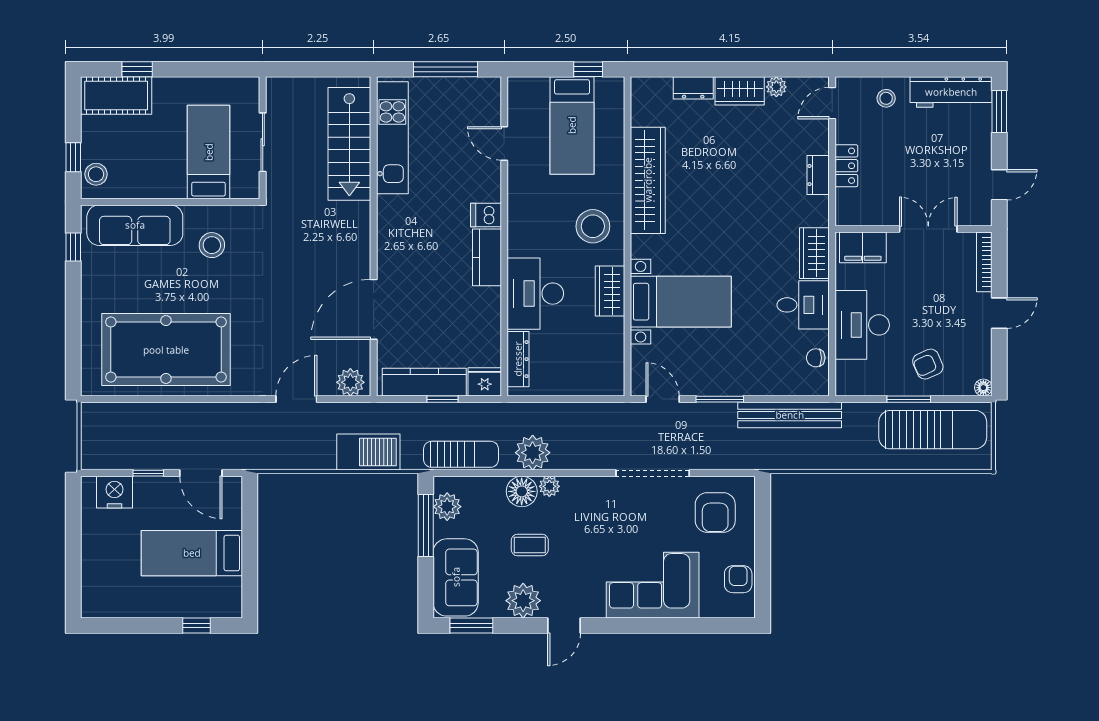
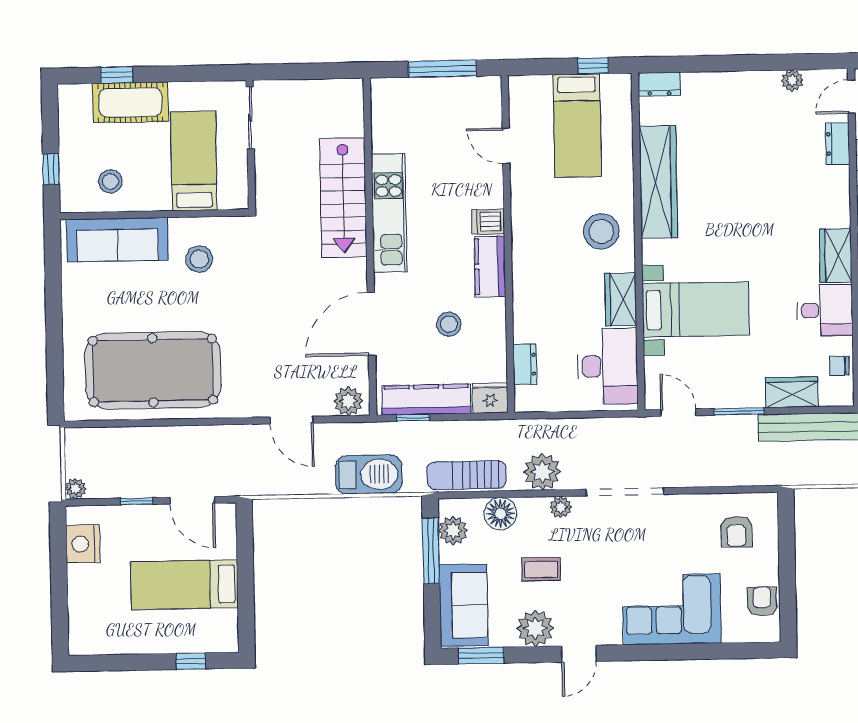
dresser: (693, 88) -> (659, 84), moved
wardrobe: (740, 91) -> (792, 392), moved, turned 180
cot: (116, 96) -> (130, 102), moved
kitchen unit: (392, 138) -> (389, 213), moved
sliding door: (263, 142) -> (250, 118), moved
stairs: (349, 144) -> (343, 198), moved
stool: (96, 174) -> (110, 181), moved
dresser: (818, 175) -> (838, 144), moved
window: (73, 247) -> (53, 264), removed
desk: (535, 294) -> (608, 366), moved, turned 180
stool: (447, 311) -> (449, 324), added
dresser: (518, 359) -> (525, 364), width x0.70
door: (296, 399) -> (292, 420), swing flipped
window: (443, 399) -> (413, 418), moved
sun lounger: (461, 454) -> (467, 475), turned 180
plant: (91, 460) -> (76, 489), added
doorway: (653, 473) -> (625, 492), moved
floor lamp: (522, 491) -> (500, 514), moved
nightstand: (114, 492) -> (83, 544), moved, turned -90
armchair: (715, 513) -> (736, 531), width x0.72, depth x0.72

